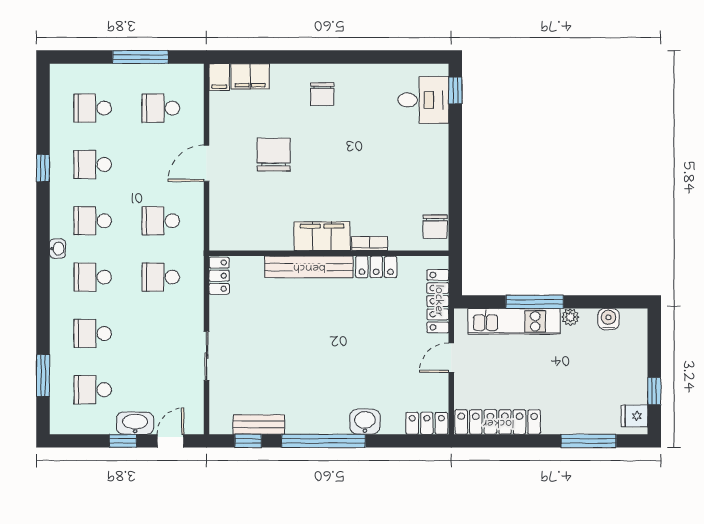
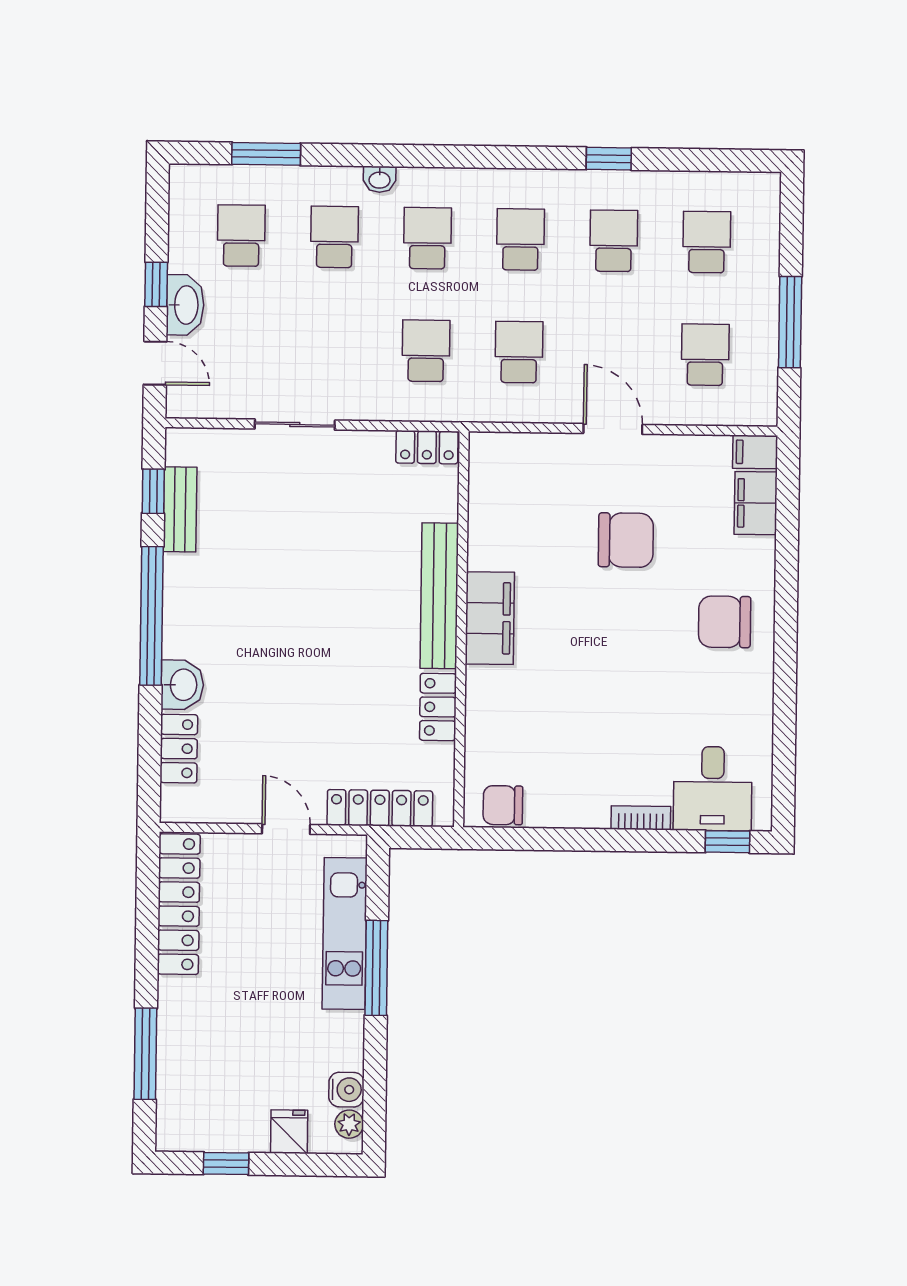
chair: (322, 94) -> (725, 622), width x1.37, depth x1.37
bookcase: (370, 244) -> (641, 818), moved, turned -90
washbasin: (57, 249) -> (380, 179), moved
plant: (570, 317) -> (349, 1124), moved
fridge: (634, 416) -> (289, 1132), moved
locker: (427, 423) -> (179, 749), moved

